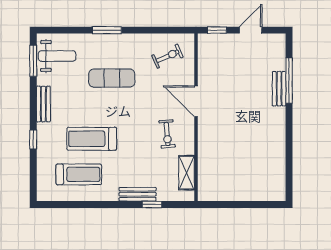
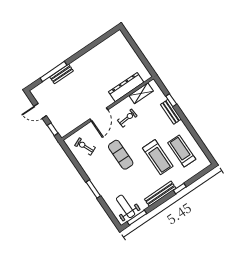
exercise mat: (112, 78) -> (121, 155), moved
bench: (43, 104) -> (160, 194), width x1.36
dresser: (207, 159) -> (126, 87), added

